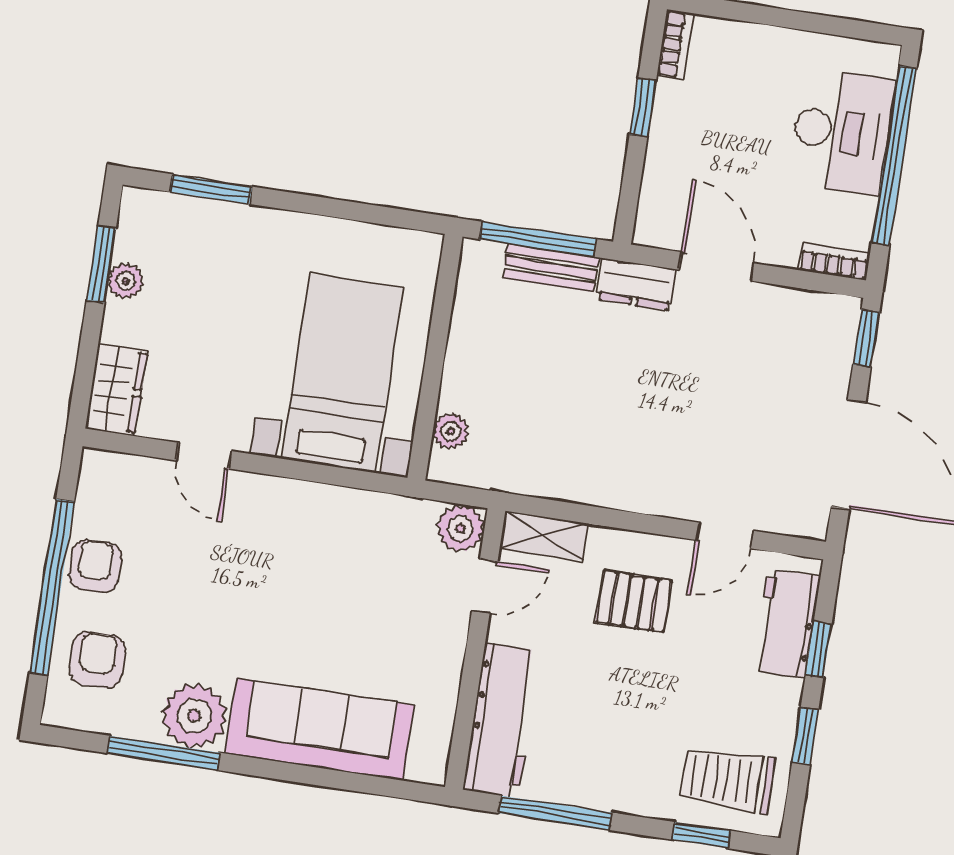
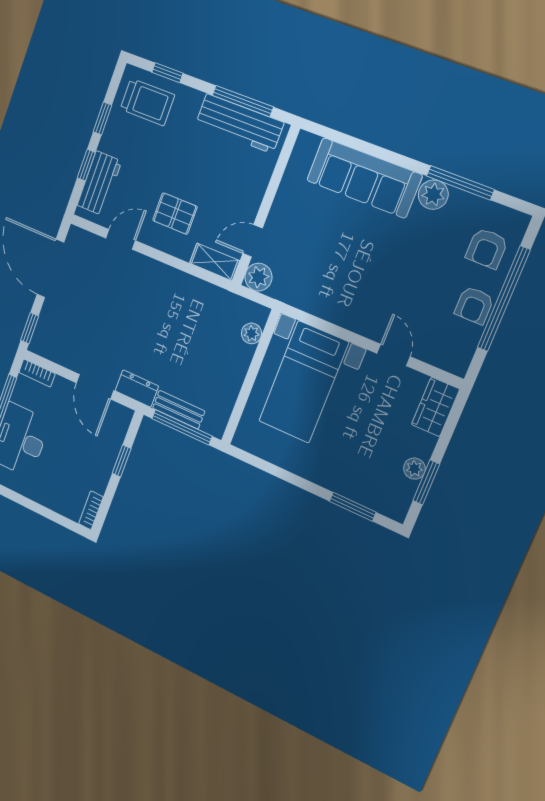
window: (643, 108) -> (122, 461), moved
plant: (194, 716) -> (433, 195), width x0.73, depth x0.73
workbench: (502, 720) -> (239, 123), moved, turned -90

